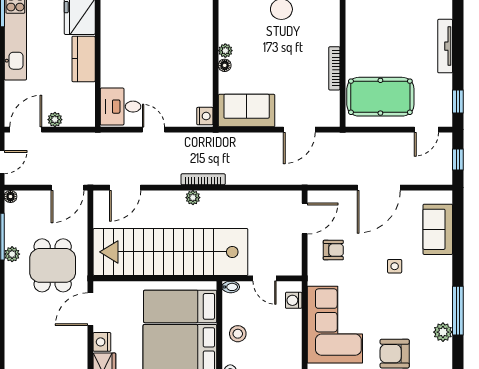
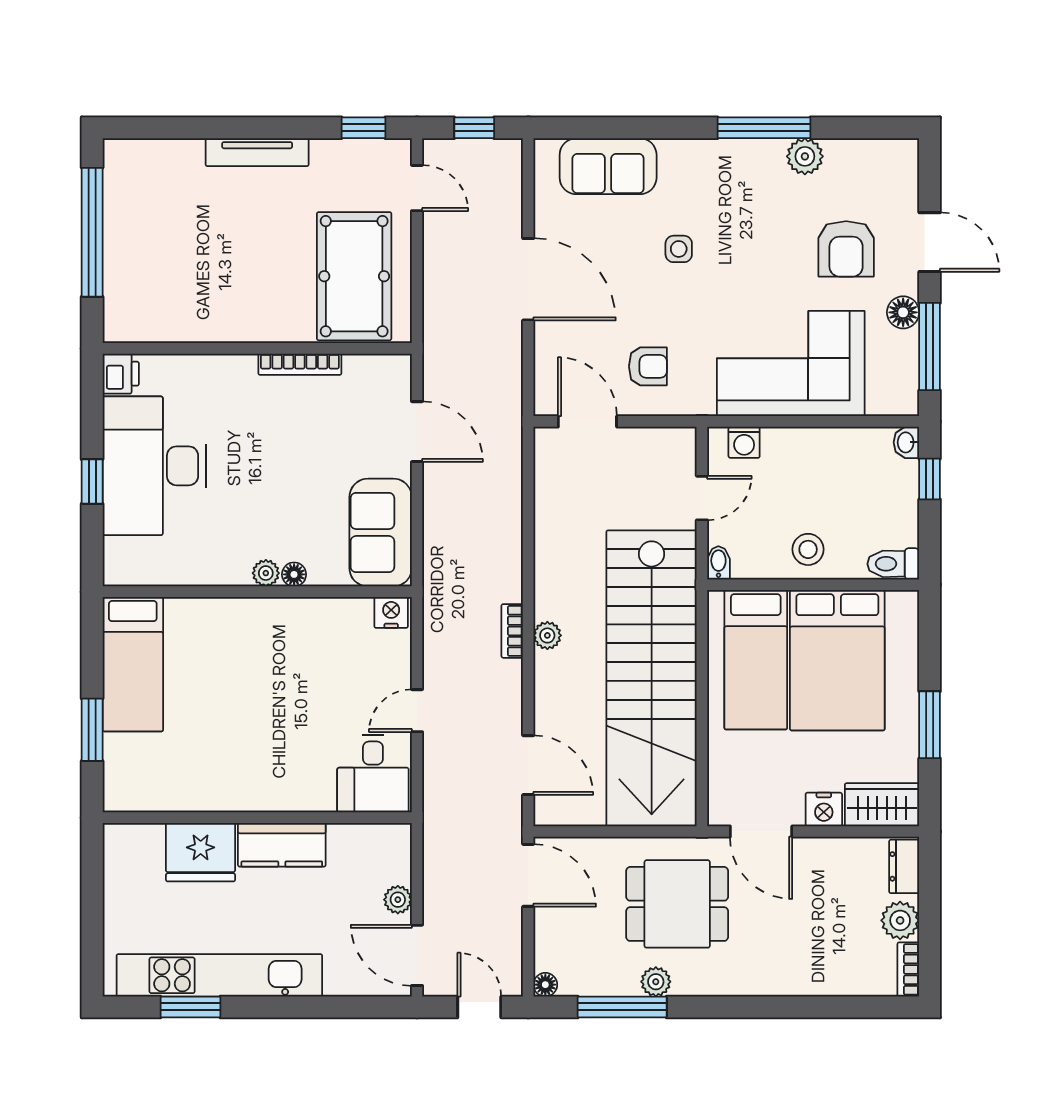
bookcase: (203, 179) -> (512, 631), width x0.64
armchair: (333, 250) -> (648, 366), turned 90

